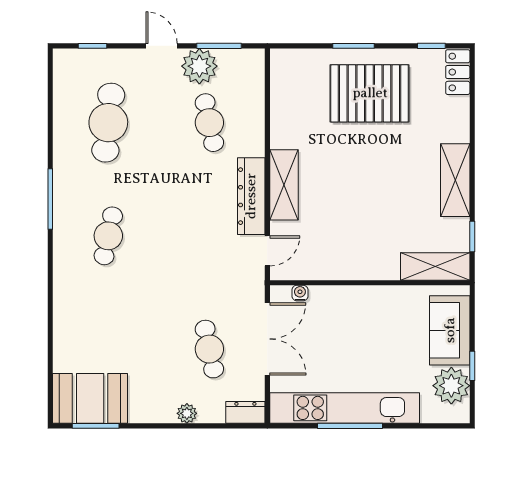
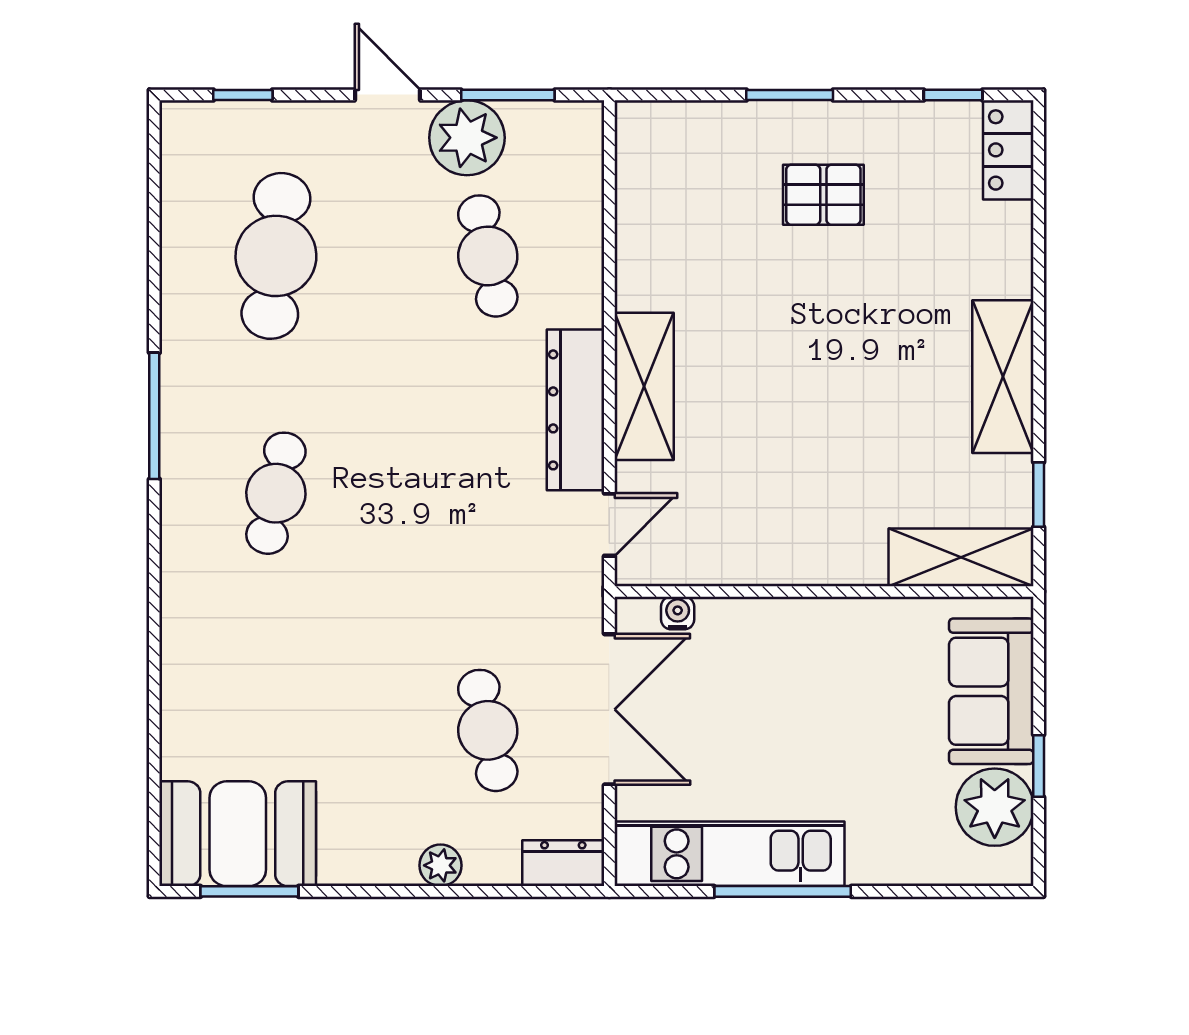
pallet: (370, 93) -> (823, 195), width x0.49, depth x0.50
kitchen unit: (345, 408) -> (729, 854), width x0.73

